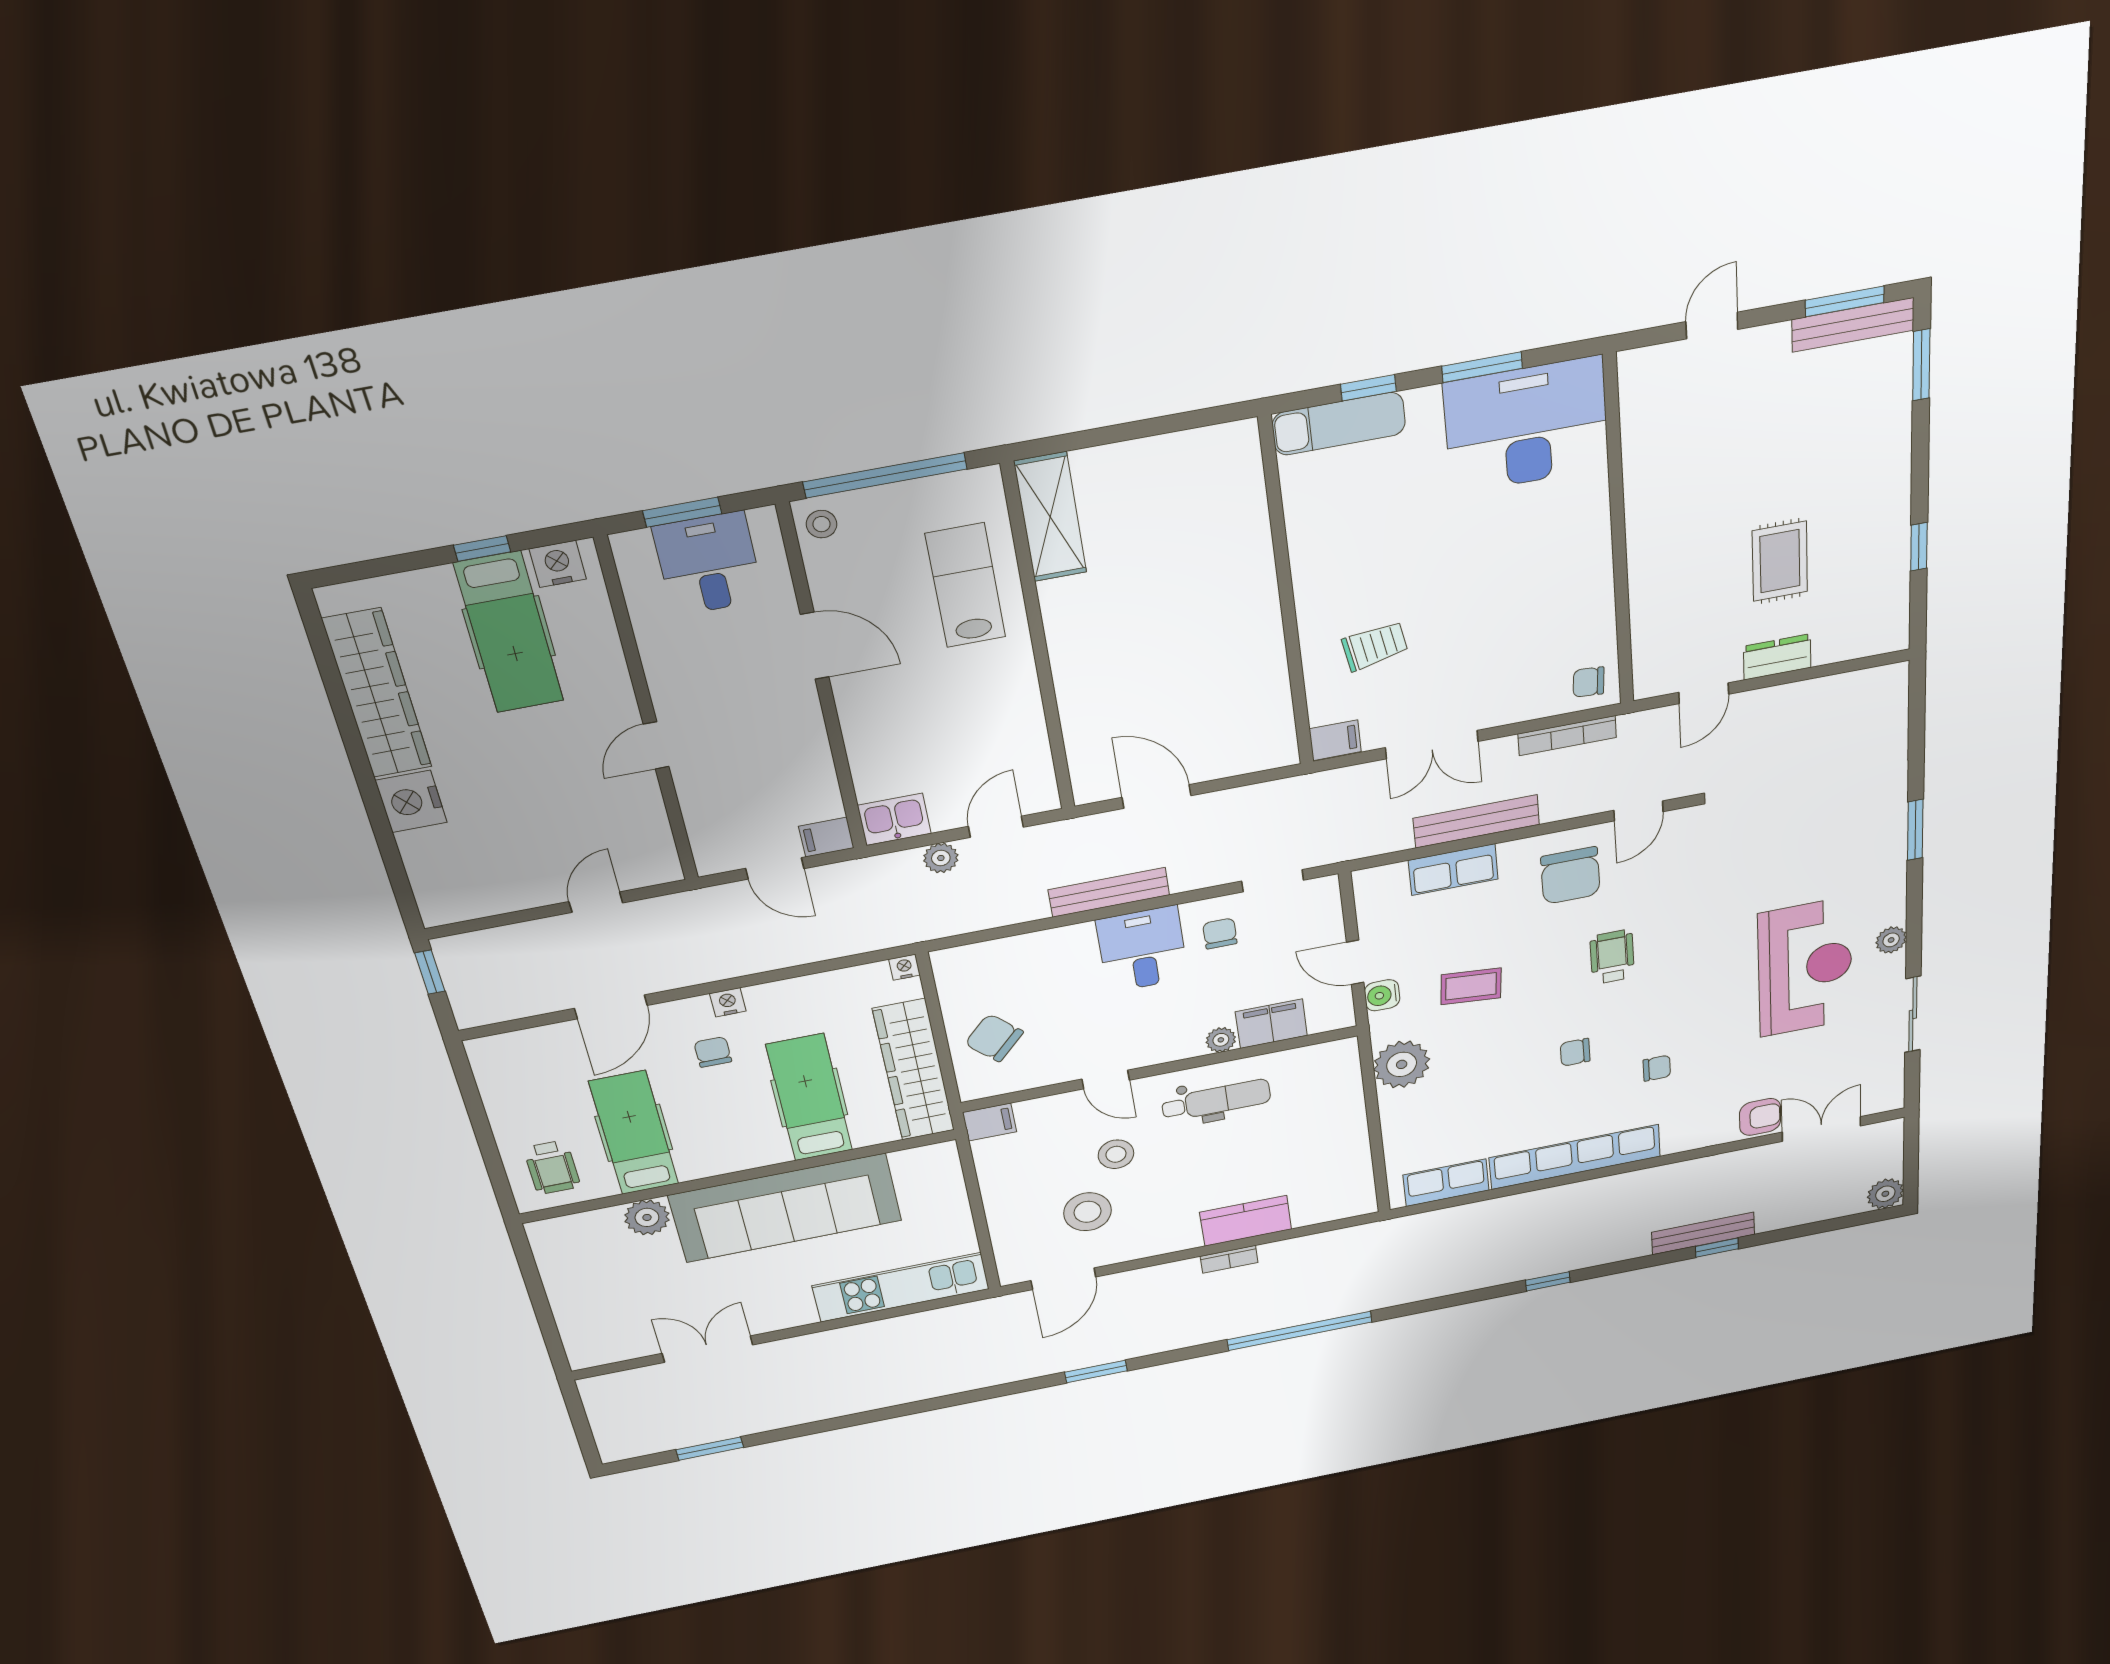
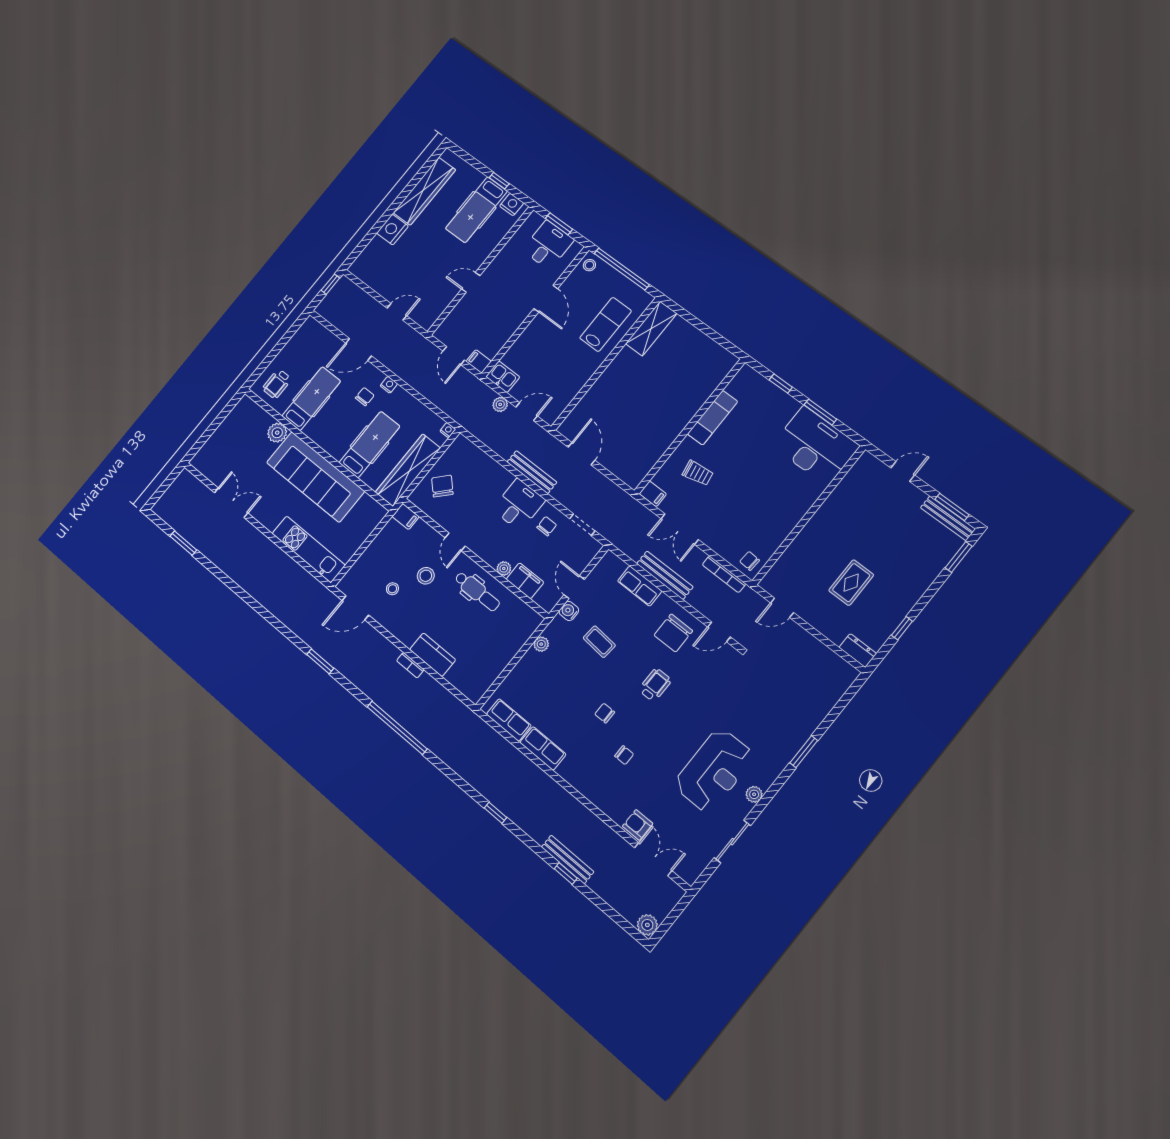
exam couch: (1339, 424) -> (713, 418), moved, turned -90
dresser: (1777, 657) -> (858, 650), moved
plant: (1402, 1064) -> (541, 644), width x0.53, depth x0.53
armchair: (1760, 1117) -> (638, 825), turned 180
row of seats: (1575, 1157) -> (543, 748), width x0.50
stool: (1087, 1212) -> (392, 589), width x0.53, depth x0.53

